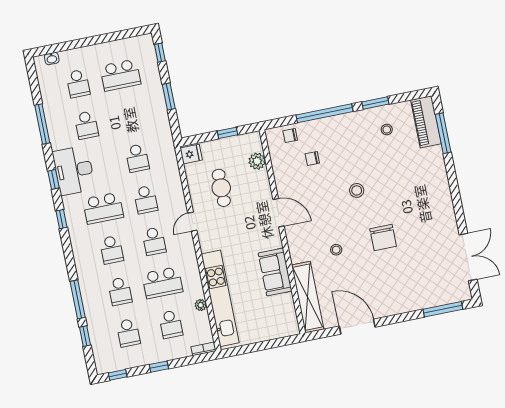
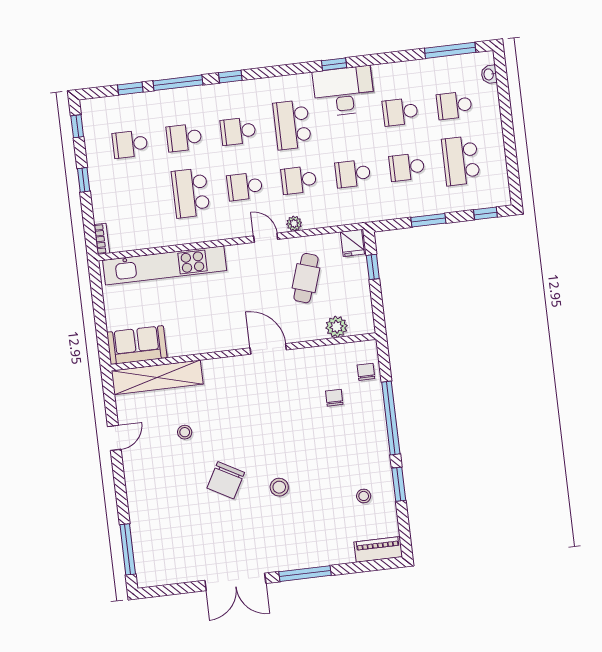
piano: (426, 122) -> (378, 549), width x0.73, depth x0.75
window: (42, 124) -> (450, 50), moved
window: (227, 133) -> (373, 267), moved
window: (443, 133) -> (305, 574), moved
cafe table: (221, 188) -> (306, 278), turned -72
stool: (357, 190) -> (279, 487), moved
door: (279, 213) -> (268, 349), swing flipped
window: (61, 219) -> (230, 77), moved
chair: (383, 238) -> (226, 480), turned -61
stool: (336, 250) -> (185, 432), moved
double door: (468, 257) -> (235, 582), moved
sofa: (275, 272) -> (137, 345), moved
plant: (201, 305) -> (294, 224), moved
school desk: (171, 324) -> (407, 167), moved
door: (357, 327) -> (114, 438), width x0.53

